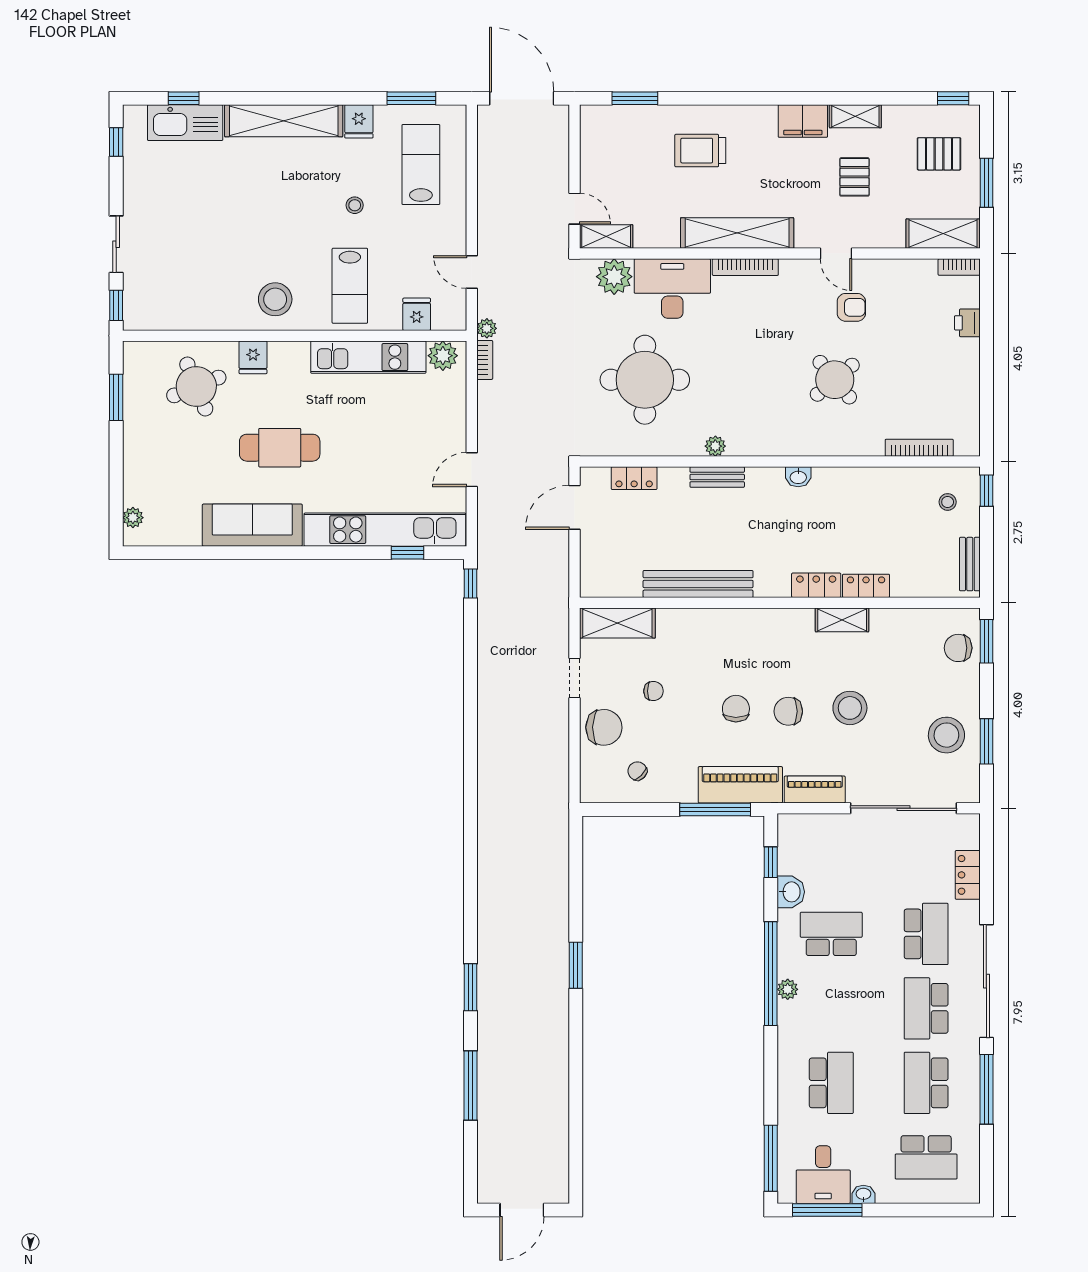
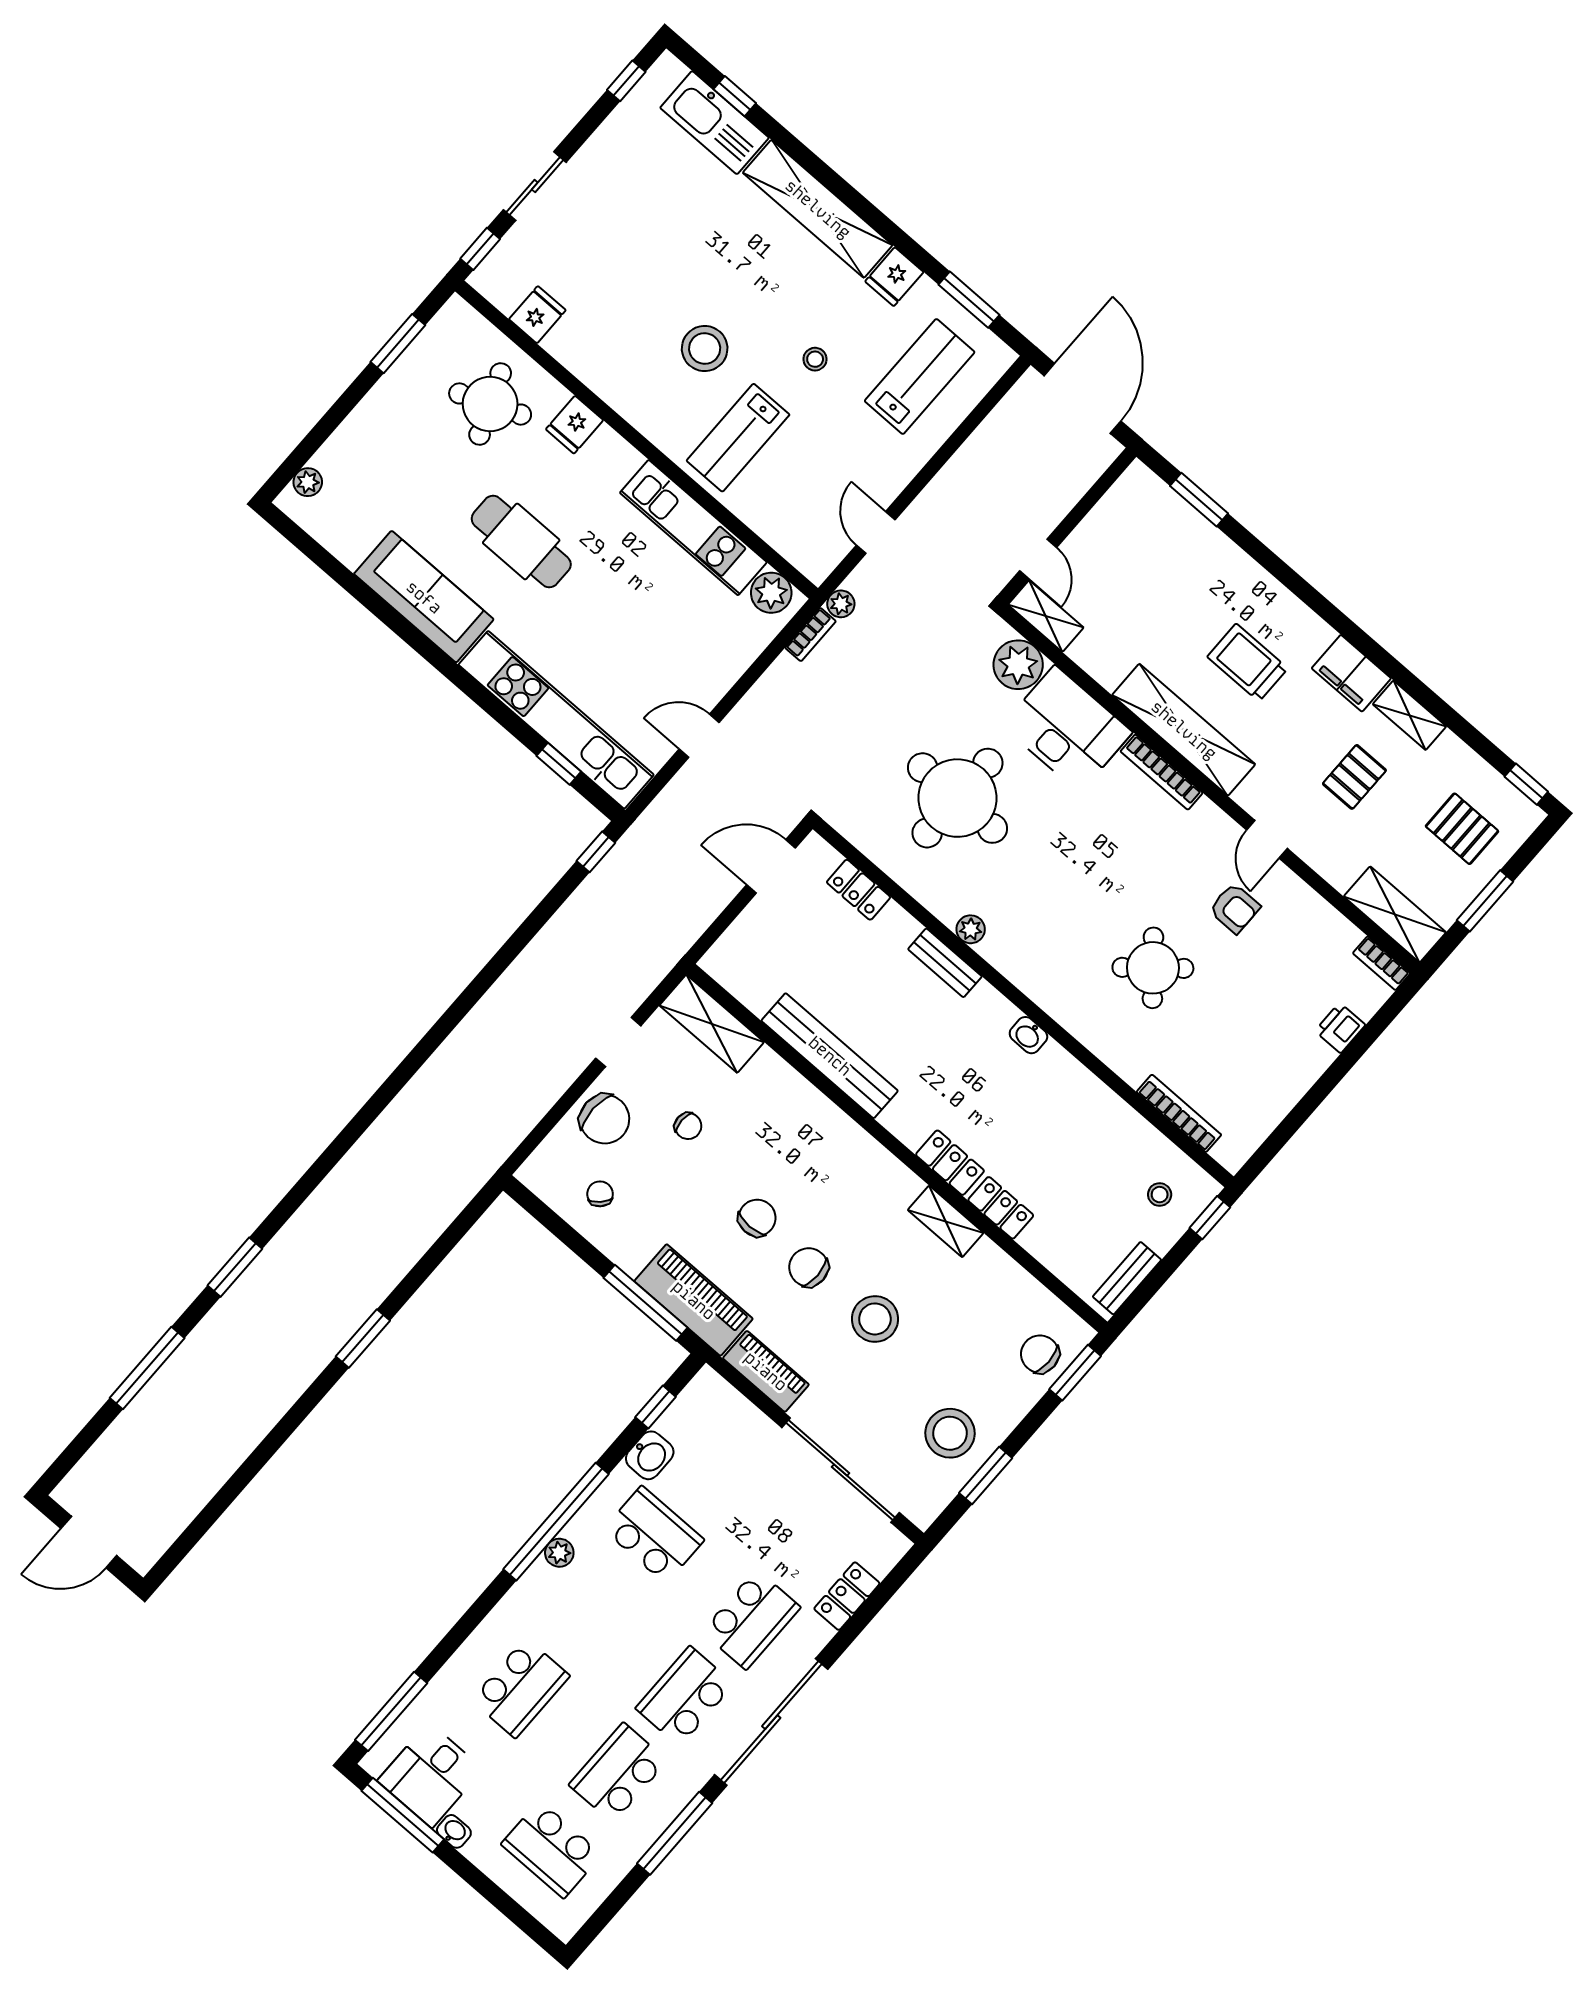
trolley: (700, 151) -> (1248, 663), moved
stool: (275, 299) -> (705, 348), moved
fridge: (417, 314) -> (537, 315), moved

